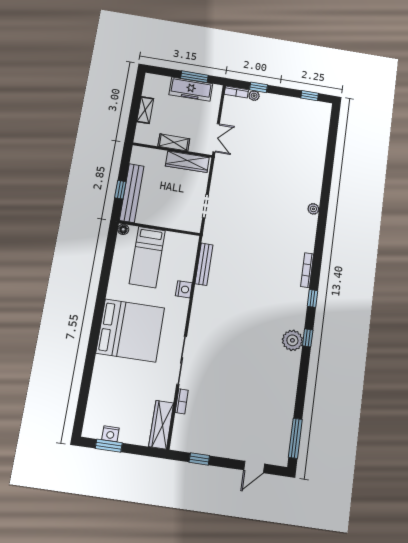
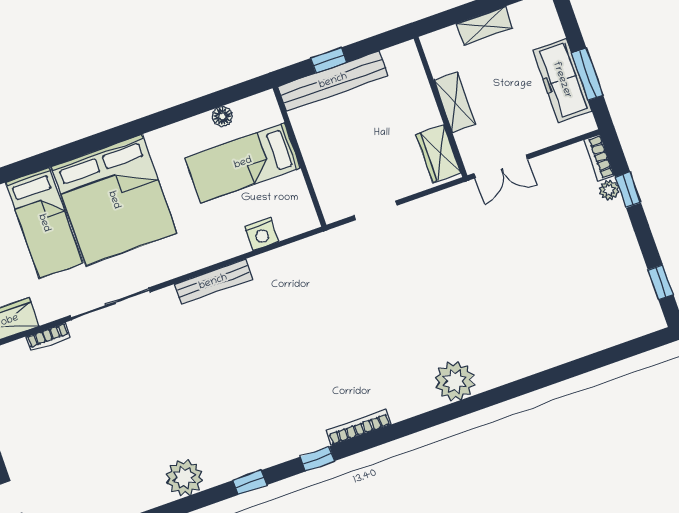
wardrobe: (187, 162) -> (438, 154), width x0.67
plant: (313, 209) -> (455, 381), width x1.88, depth x1.88
floor lamp: (123, 229) -> (222, 116), moved
bench: (204, 264) -> (213, 282), moved
nightstand: (184, 289) -> (262, 234), moved
plant: (292, 340) -> (184, 478), moved
bed: (122, 372) -> (44, 223), added

